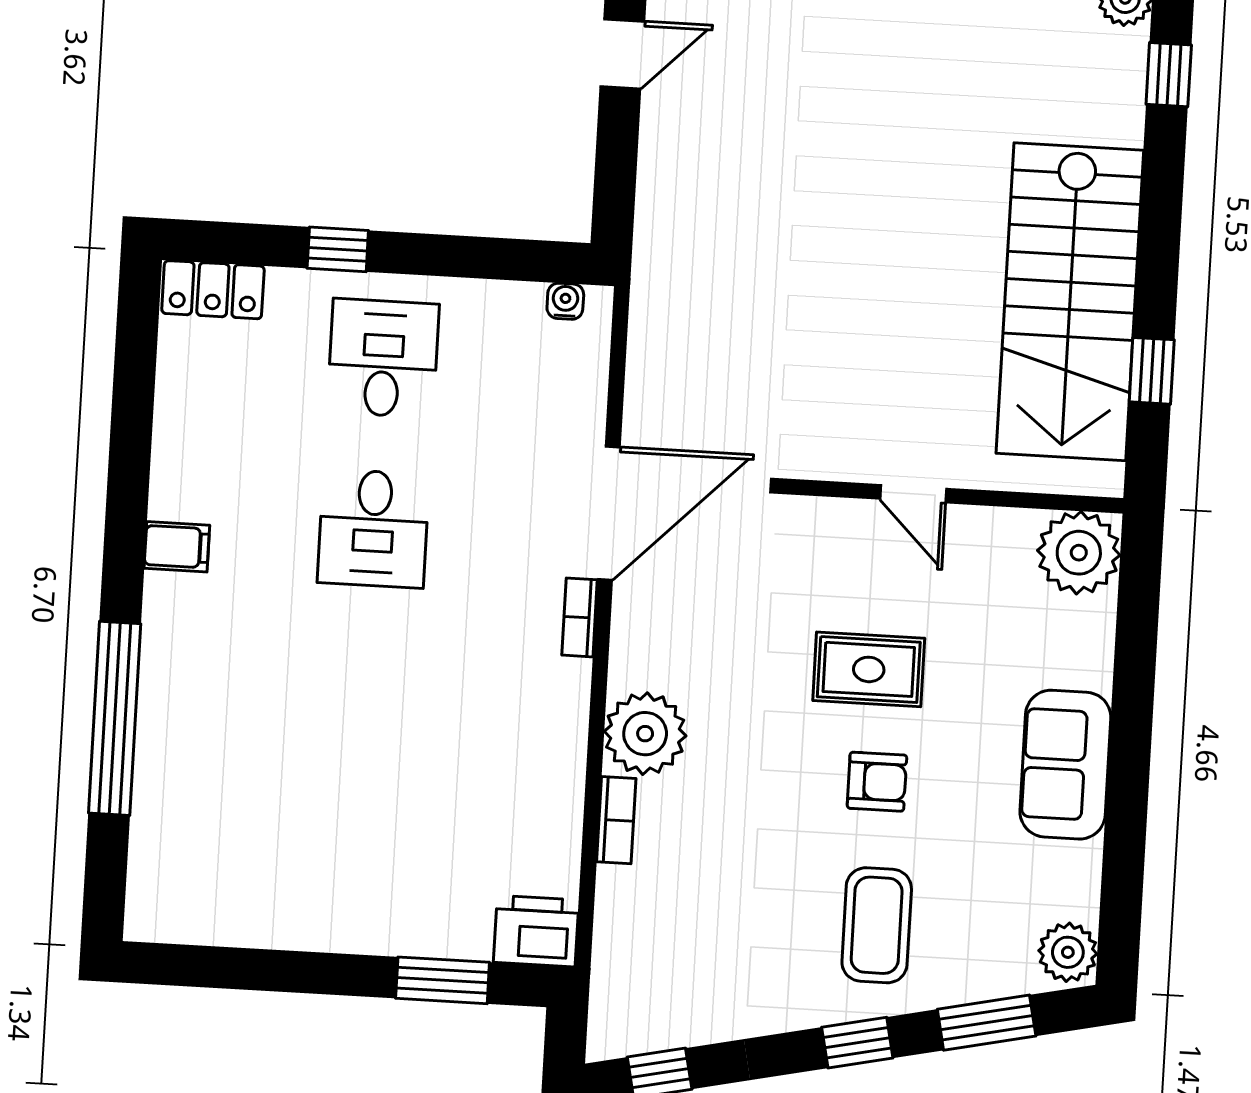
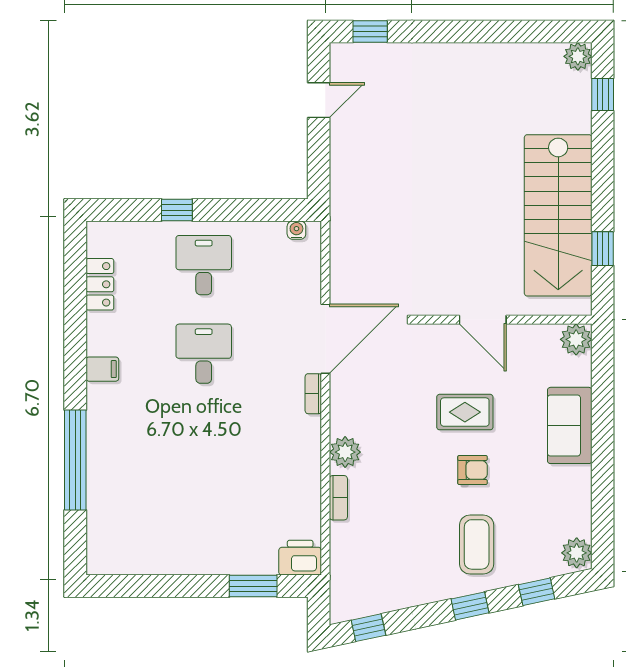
locker: (213, 290) -> (100, 284), moved, turned -90
door: (913, 494) -> (483, 320), width x1.38
desk: (373, 528) -> (204, 354), turned 180
plant: (1079, 553) -> (576, 339), width x0.73, depth x0.73
plant: (645, 734) -> (345, 452), width x0.73, depth x0.73
sofa: (1065, 765) -> (570, 425), moved
window: (987, 1023) -> (537, 592), width x0.67

